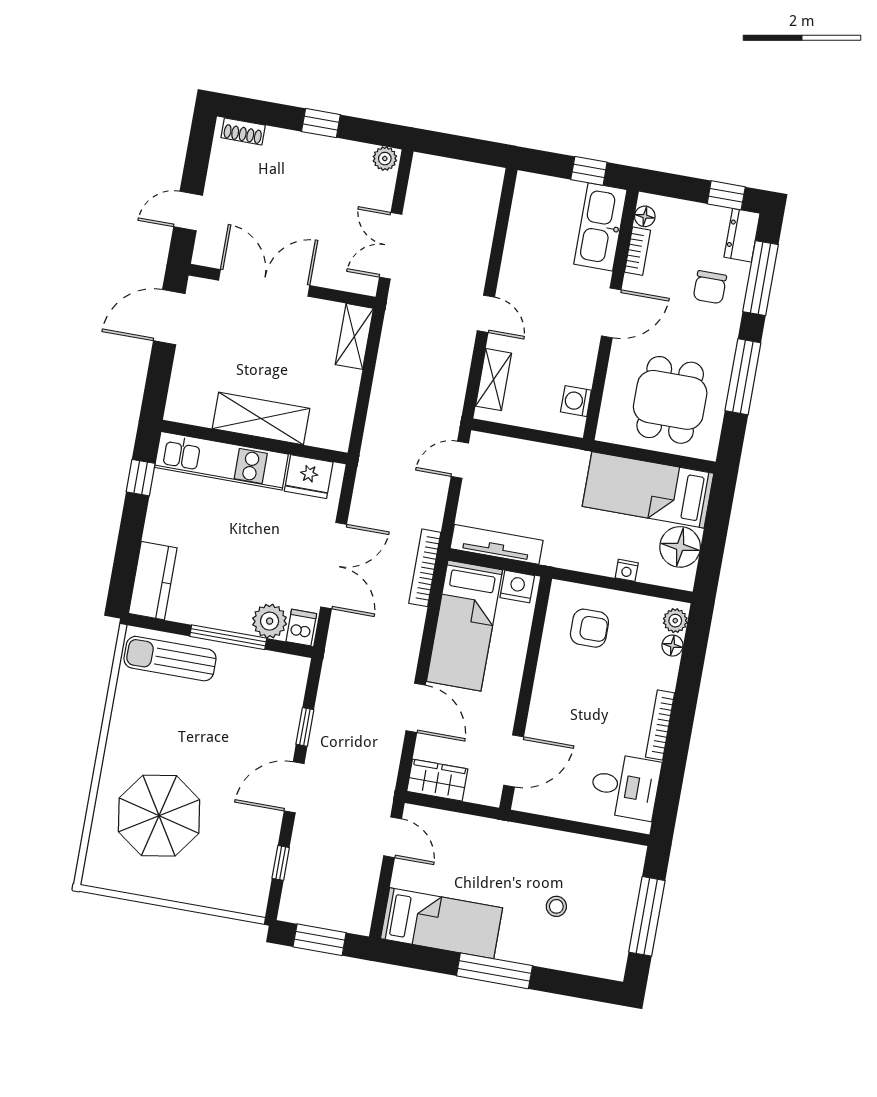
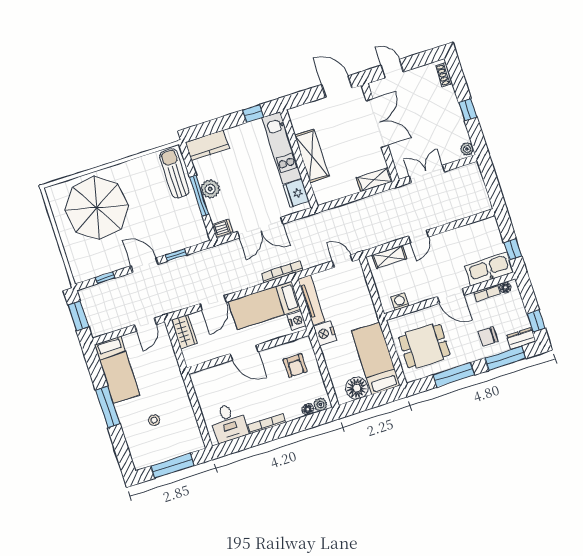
nightstand: (627, 570) -> (325, 333), moved, width x1.89, depth x1.79
plant: (270, 621) -> (210, 189), moved
door: (514, 761) -> (244, 353), moved
parasol: (159, 816) -> (97, 208), width x1.36, depth x1.36

